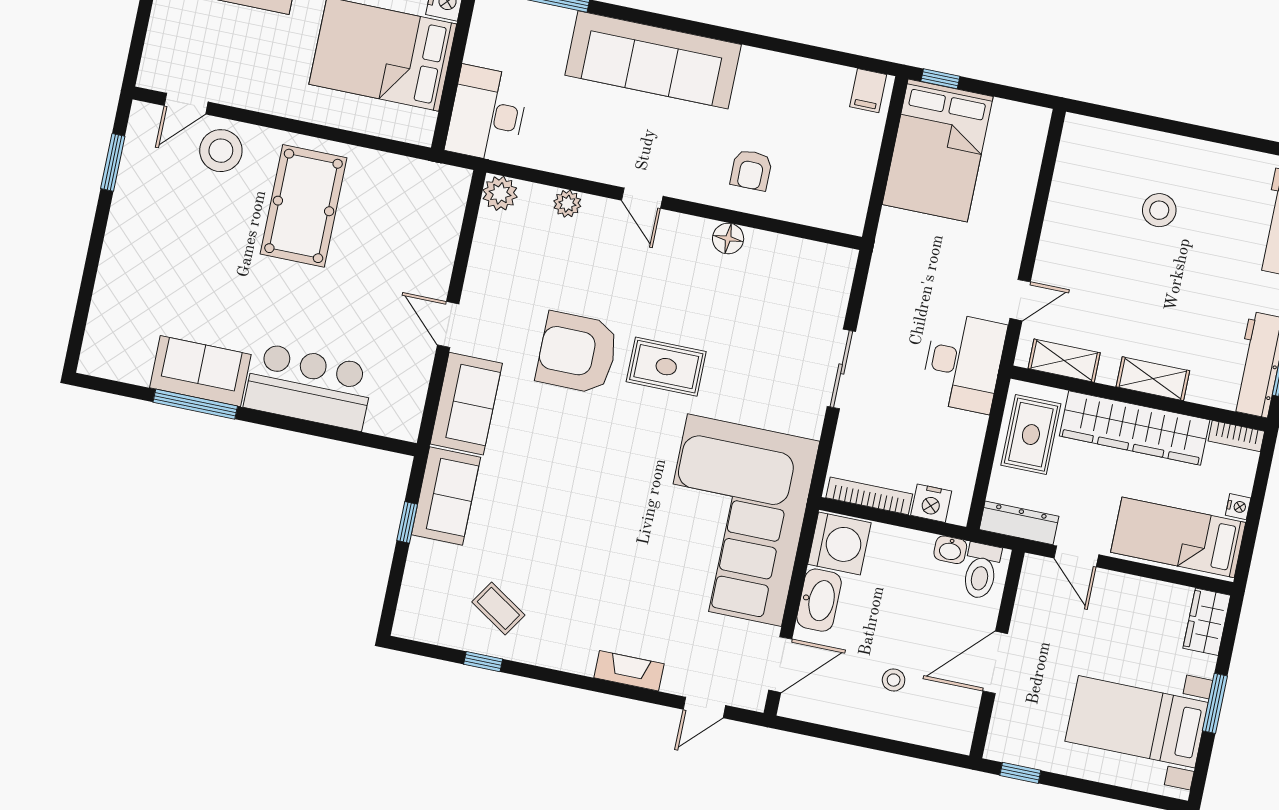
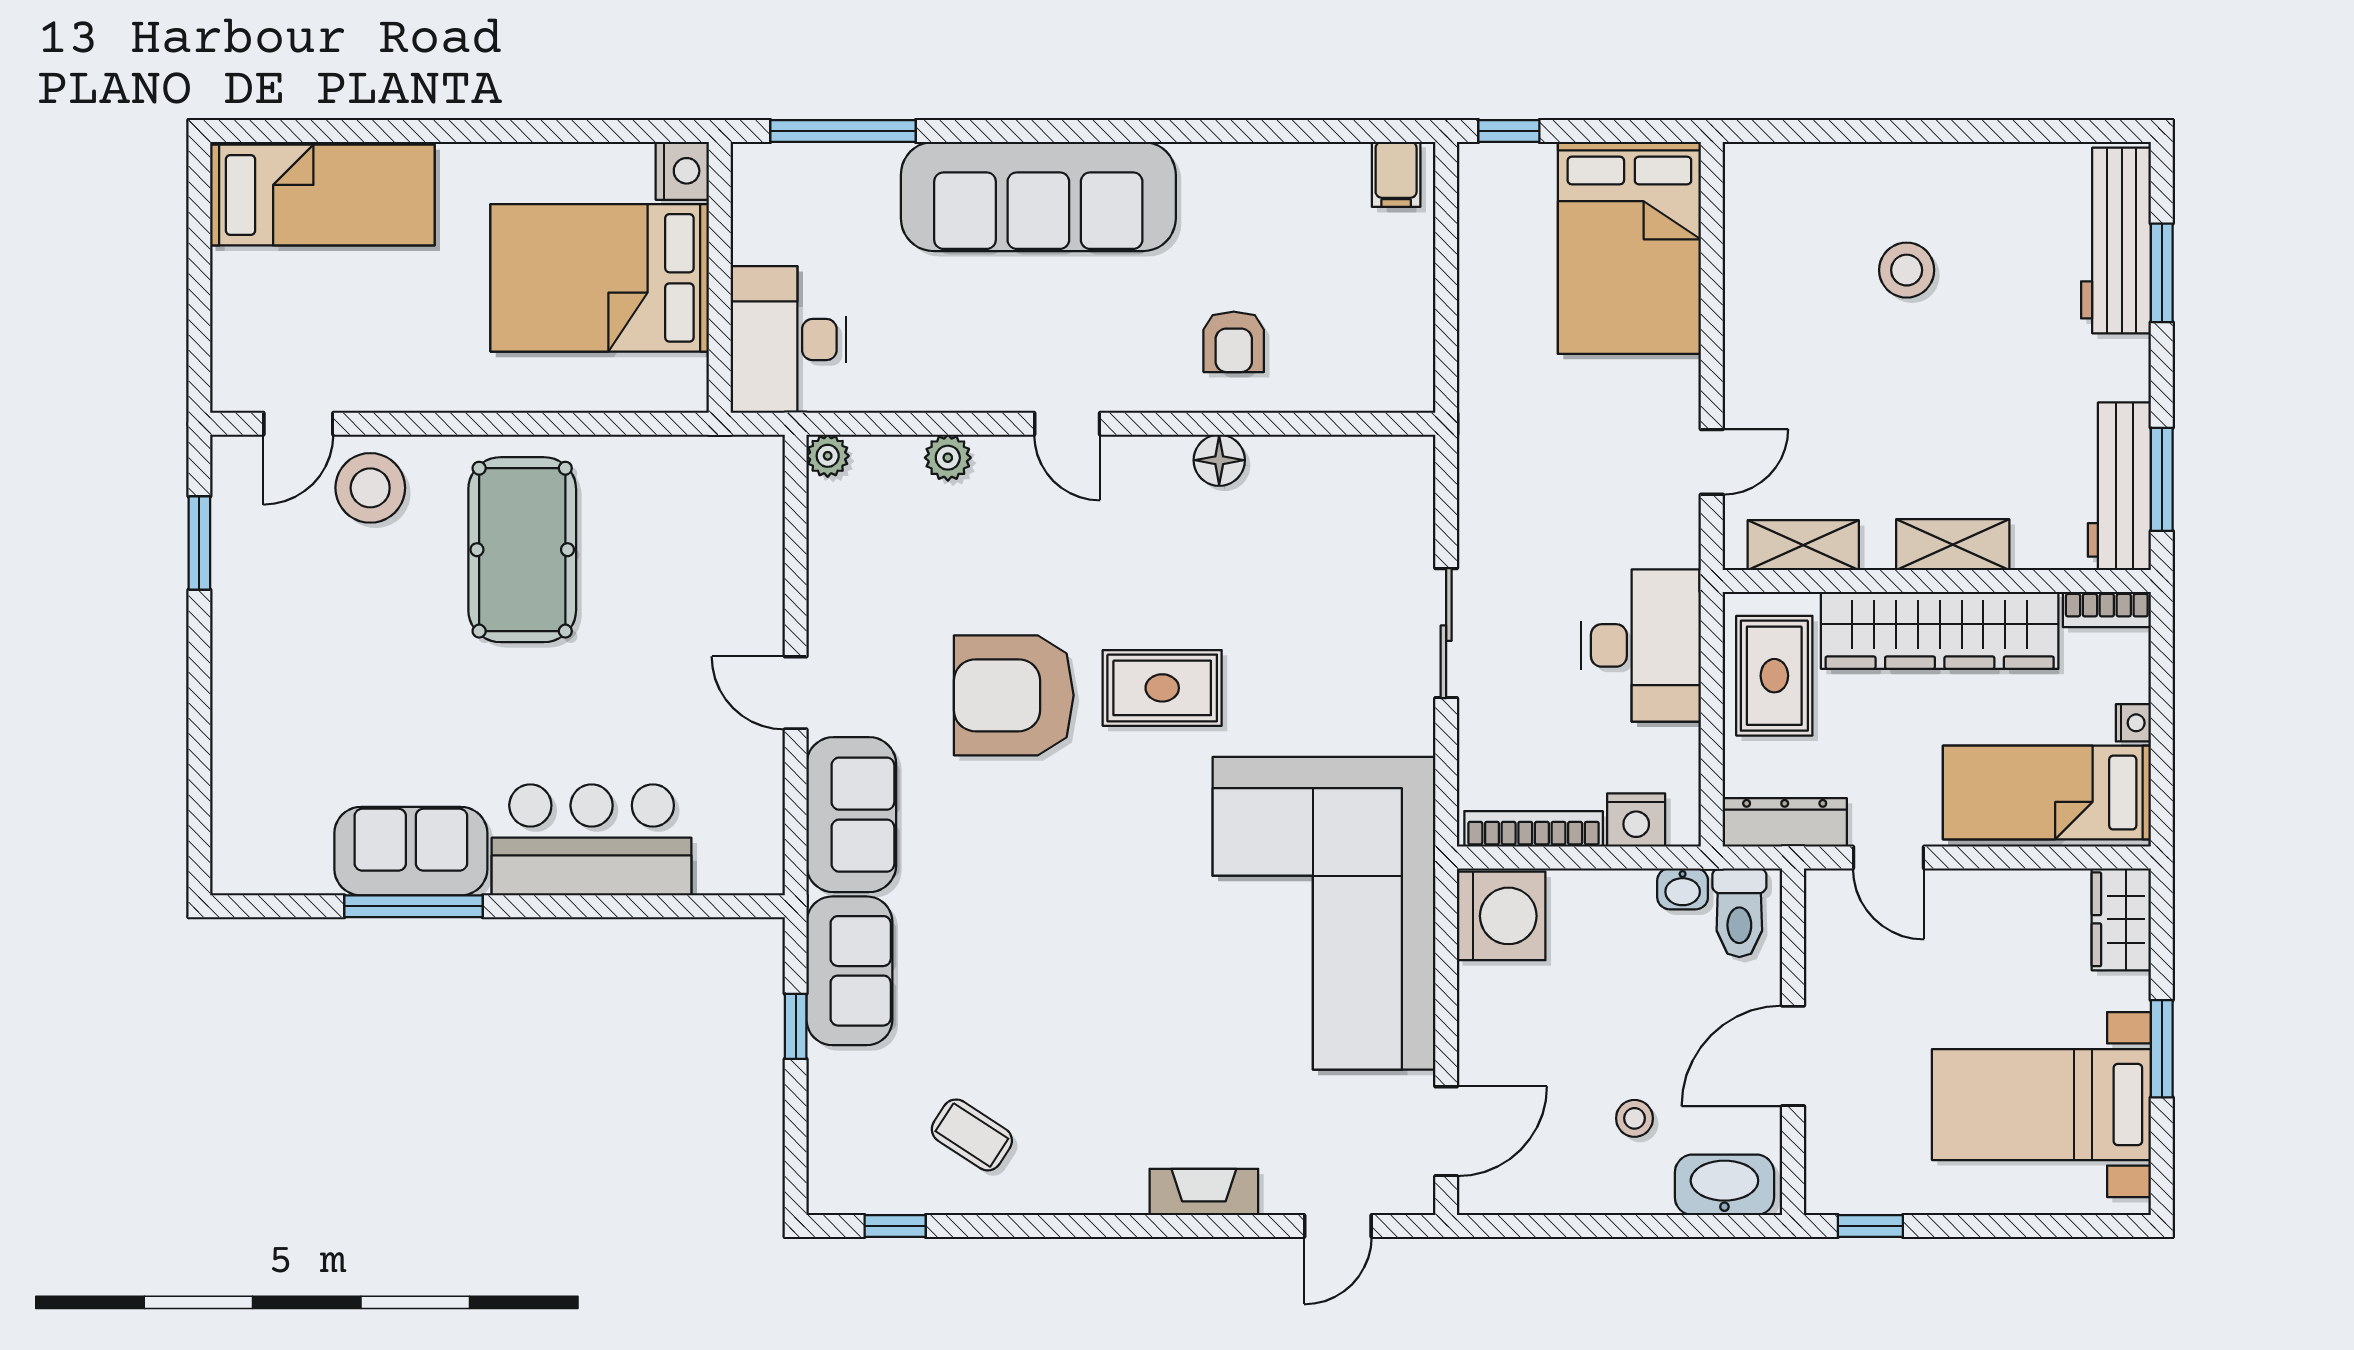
bed: (938, 150) -> (1629, 248), moved
plant: (500, 193) -> (828, 456), width x0.73, depth x0.73
desk: (963, 363) -> (1641, 645), moved
washbasin: (819, 600) -> (1724, 1185), moved, turned -90
window: (483, 662) -> (895, 1226), moved

